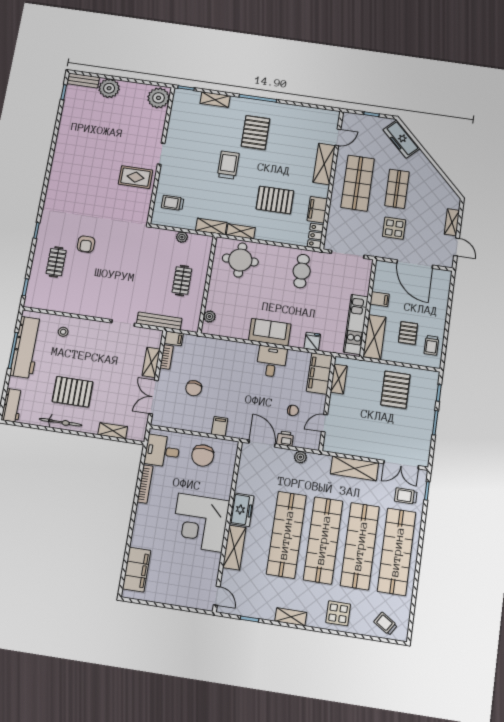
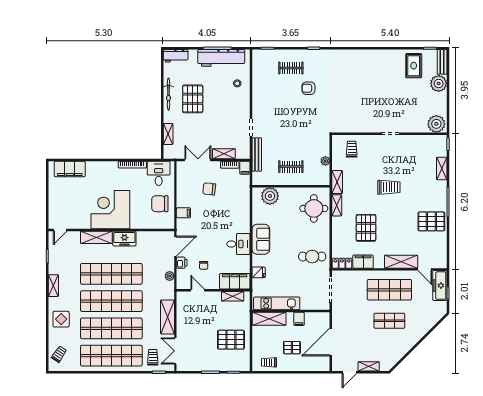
pallet: (255, 132) -> (431, 221), moved
freezer: (401, 139) -> (440, 286), moved, turned -45
rug: (136, 177) -> (414, 66), moved
display table: (394, 228) -> (357, 323), removed
plant: (209, 316) -> (270, 196), width x1.88, depth x1.88
pallet: (408, 333) -> (292, 348), moved

